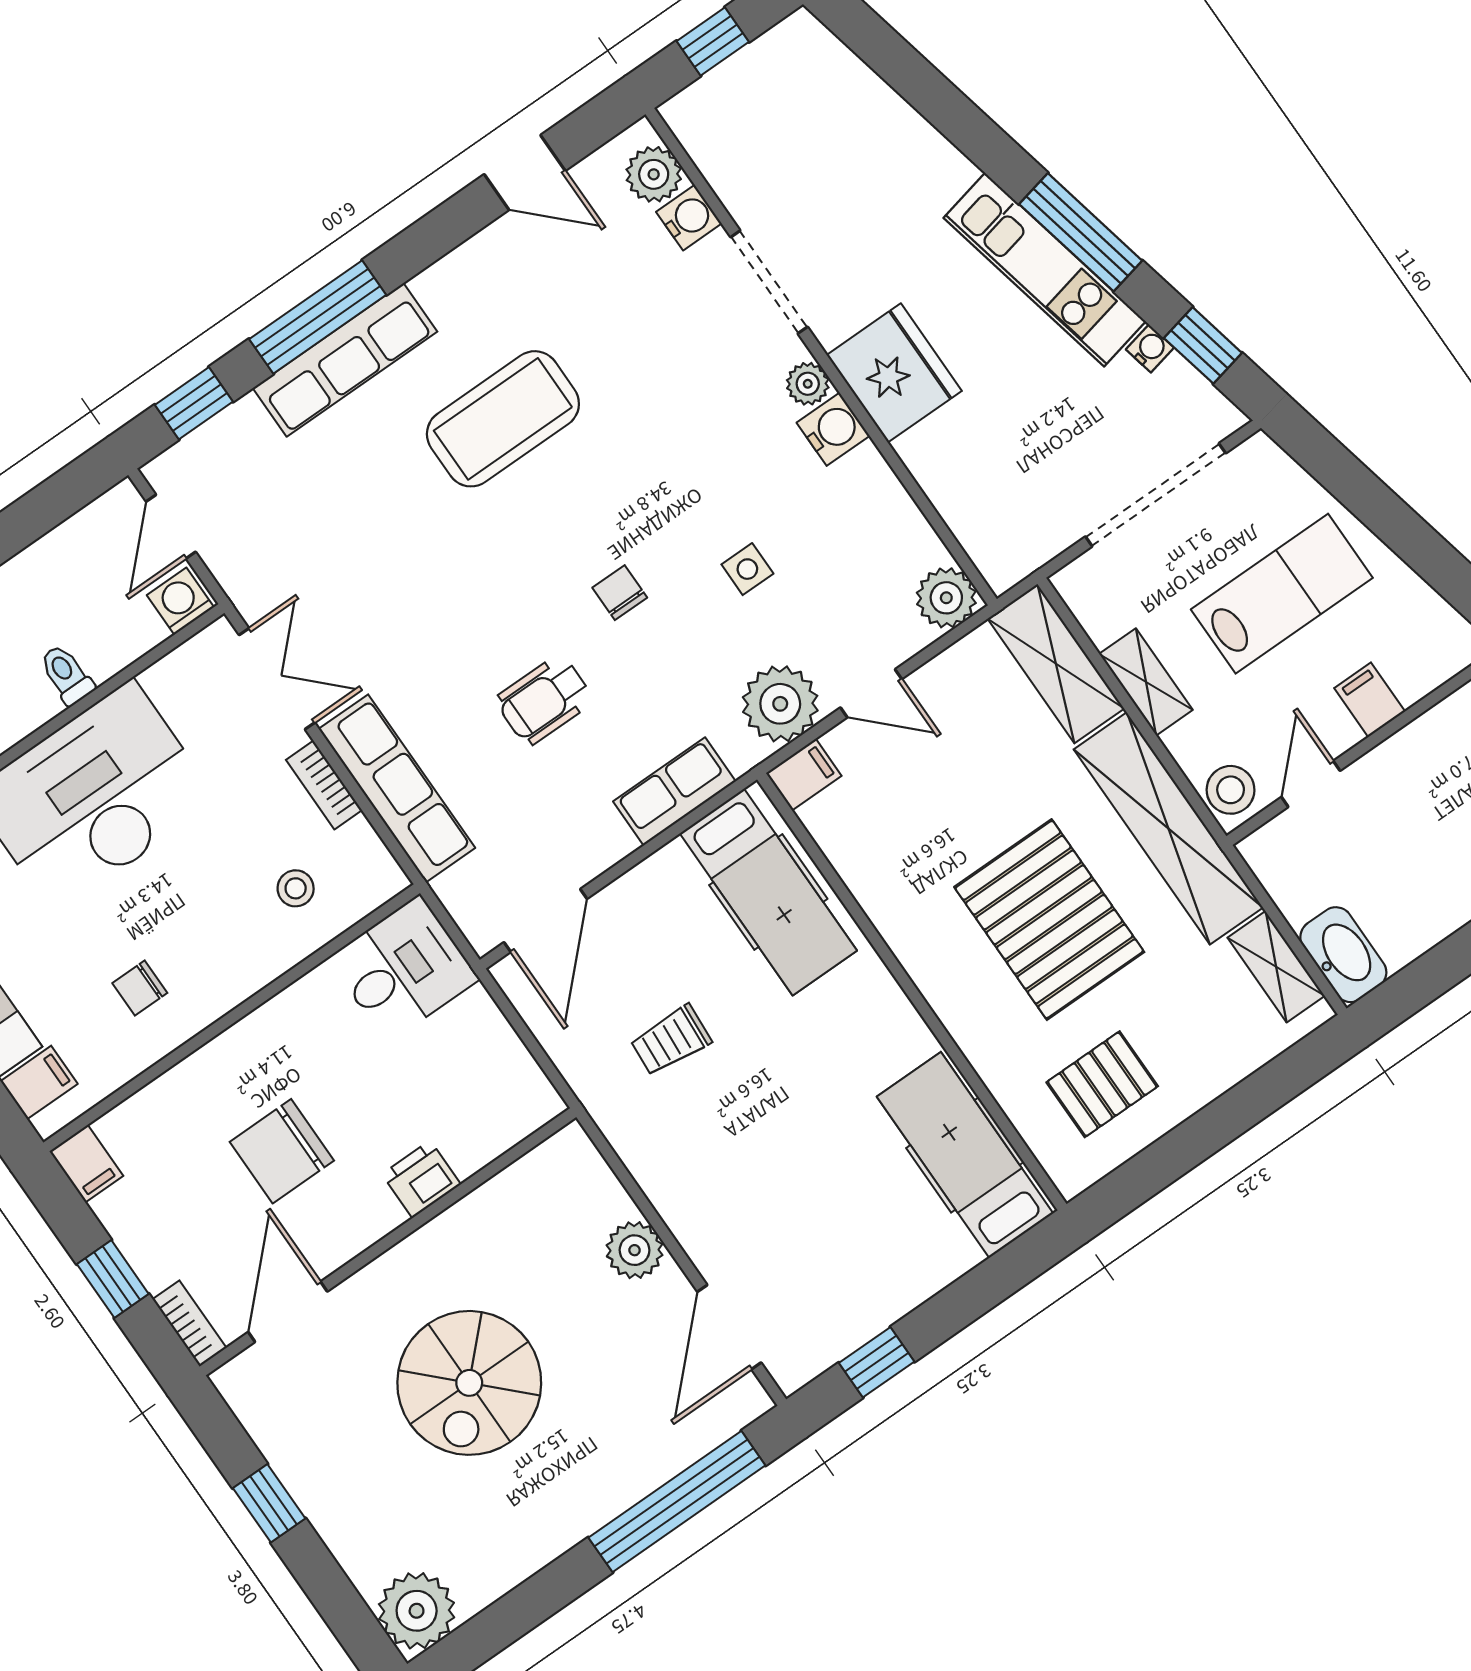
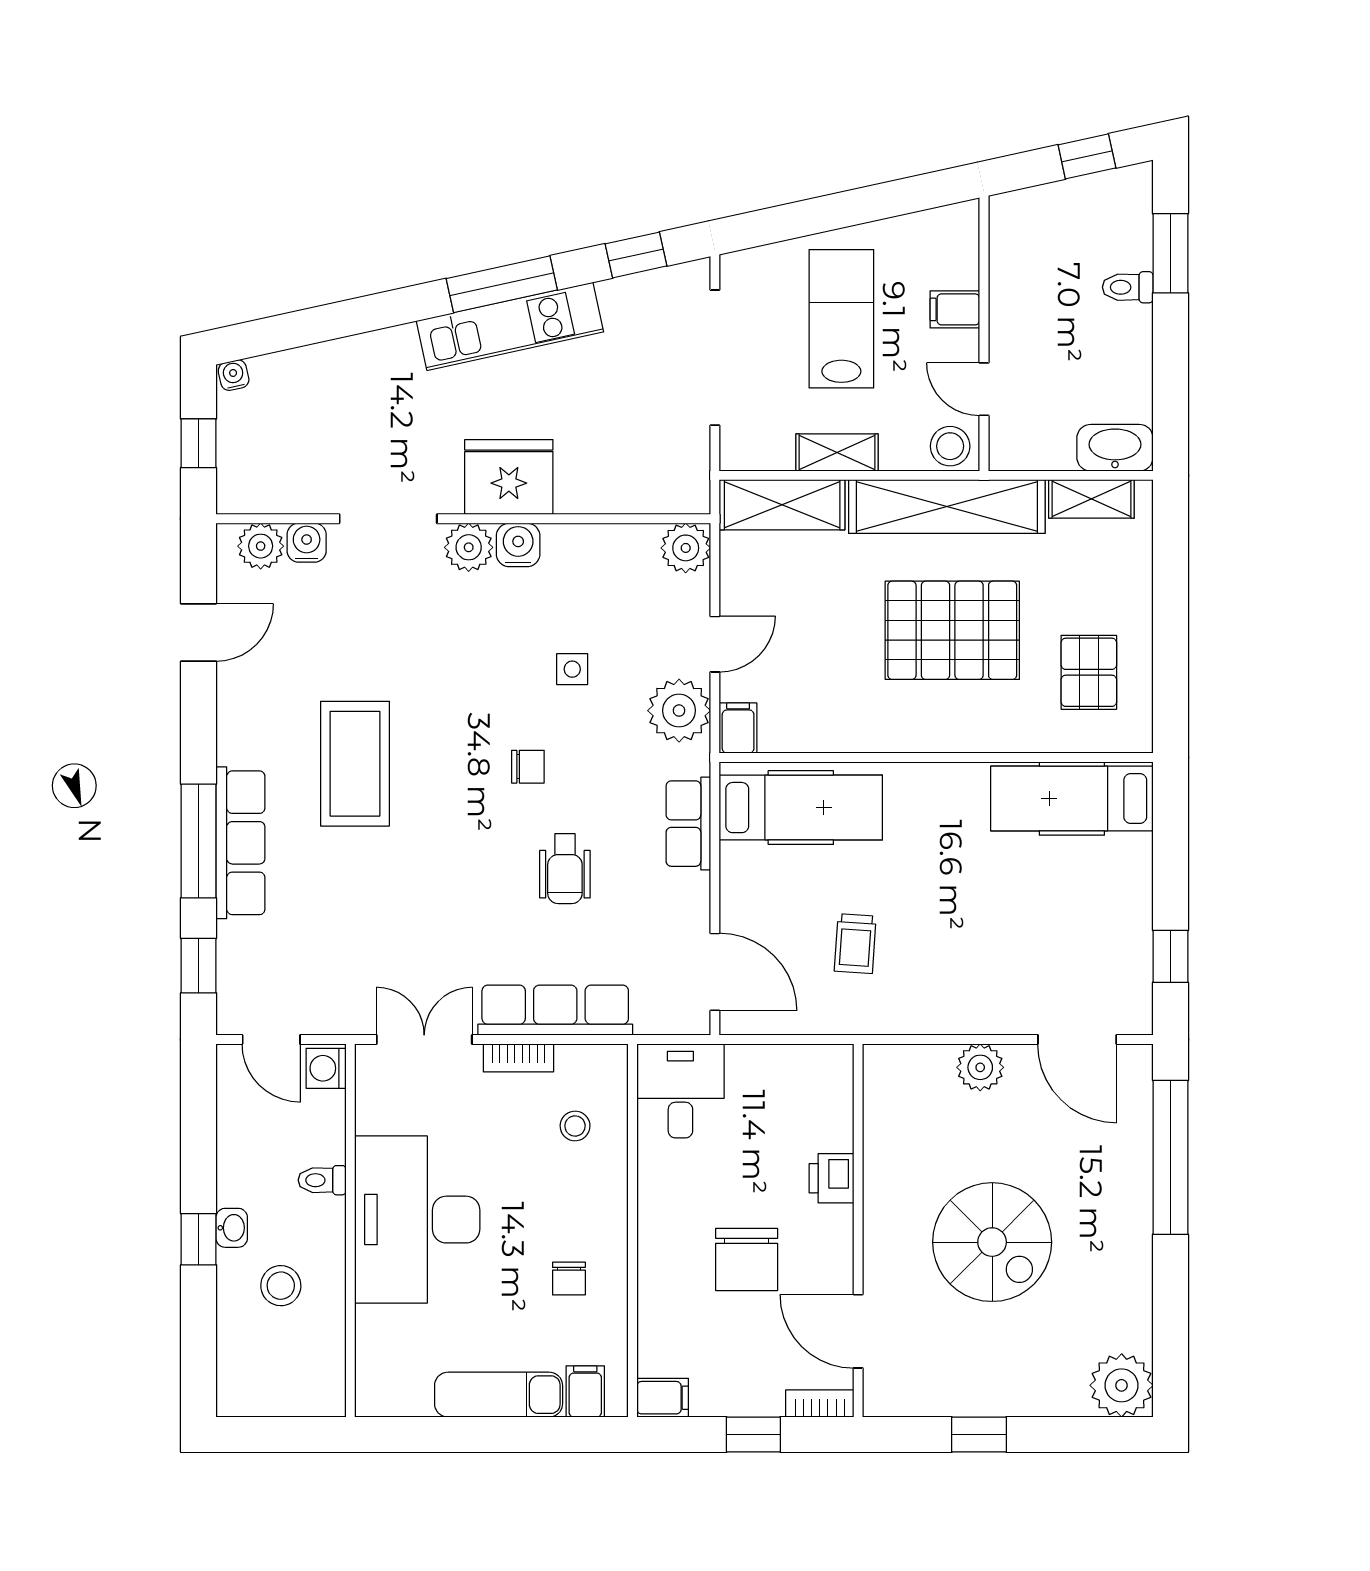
water cooler: (1150, 348) -> (234, 375), moved
plant: (808, 384) -> (469, 547), width x1.38, depth x1.38
chair: (620, 593) -> (528, 767), turned 180

